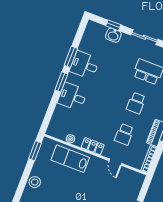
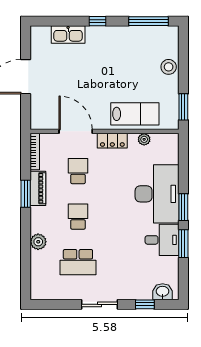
washbasin: (113, 35) -> (163, 292), moved
desk: (72, 97) -> (157, 194), width x1.87, depth x1.30
door: (115, 162) -> (76, 131), width x1.88

